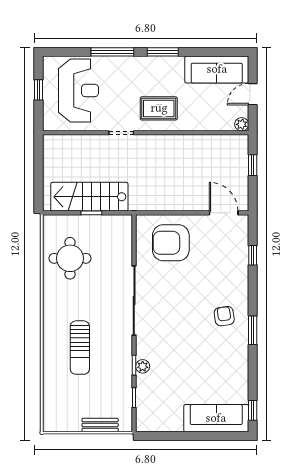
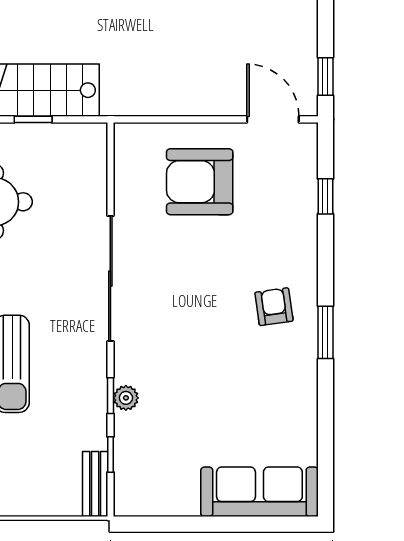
window: (253, 165) -> (325, 76), moved
armchair: (171, 243) -> (200, 182), moved
window: (253, 410) -> (325, 478), removed
bench: (100, 425) -> (95, 484), moved, turned 90

